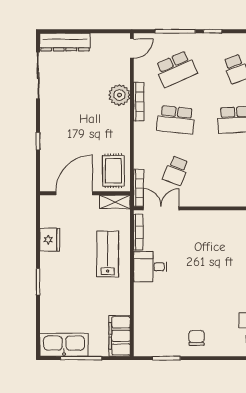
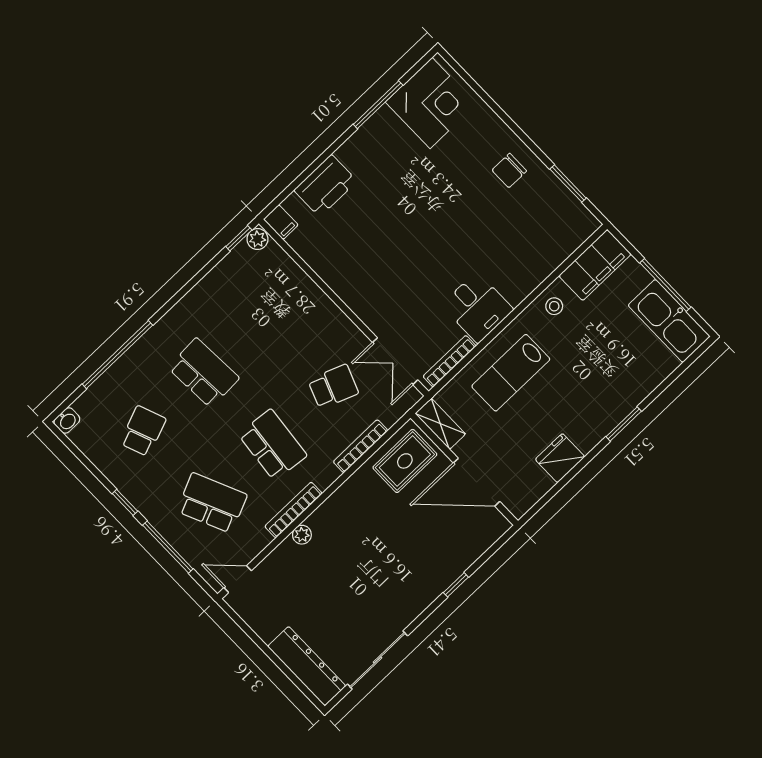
plant: (119, 95) -> (302, 535), width x0.53, depth x0.53
bookcase: (138, 188) -> (361, 446), moved
stool: (119, 301) -> (554, 306), added

